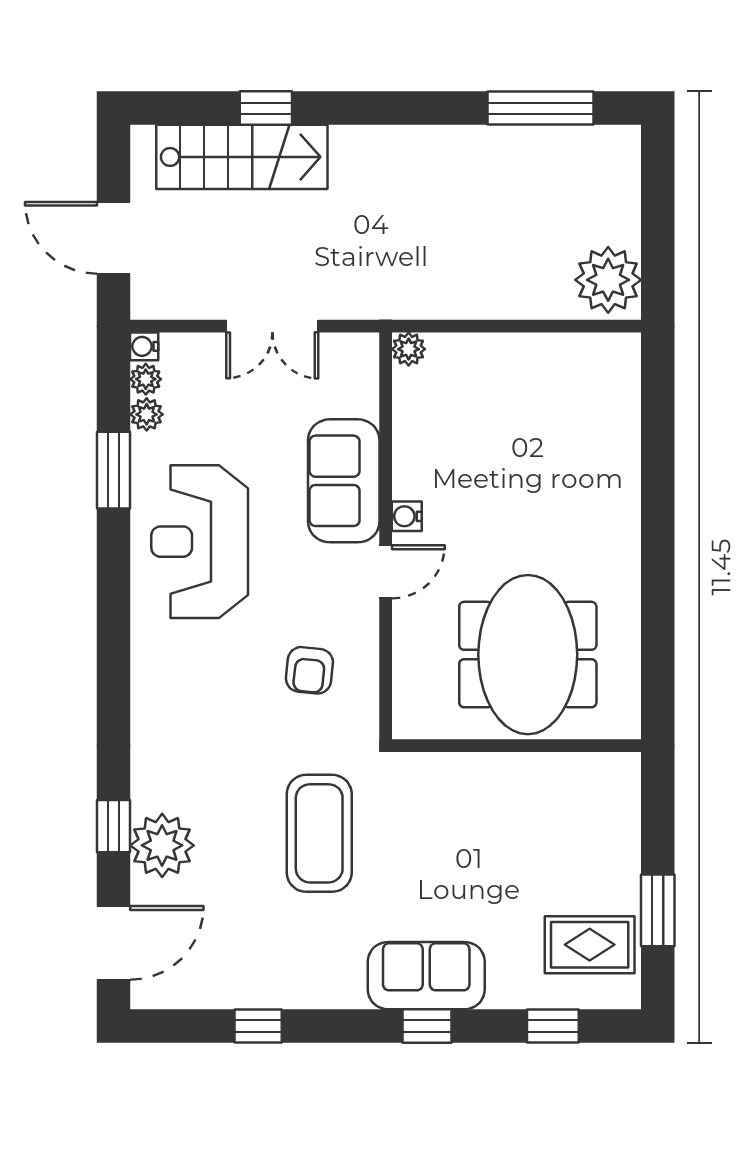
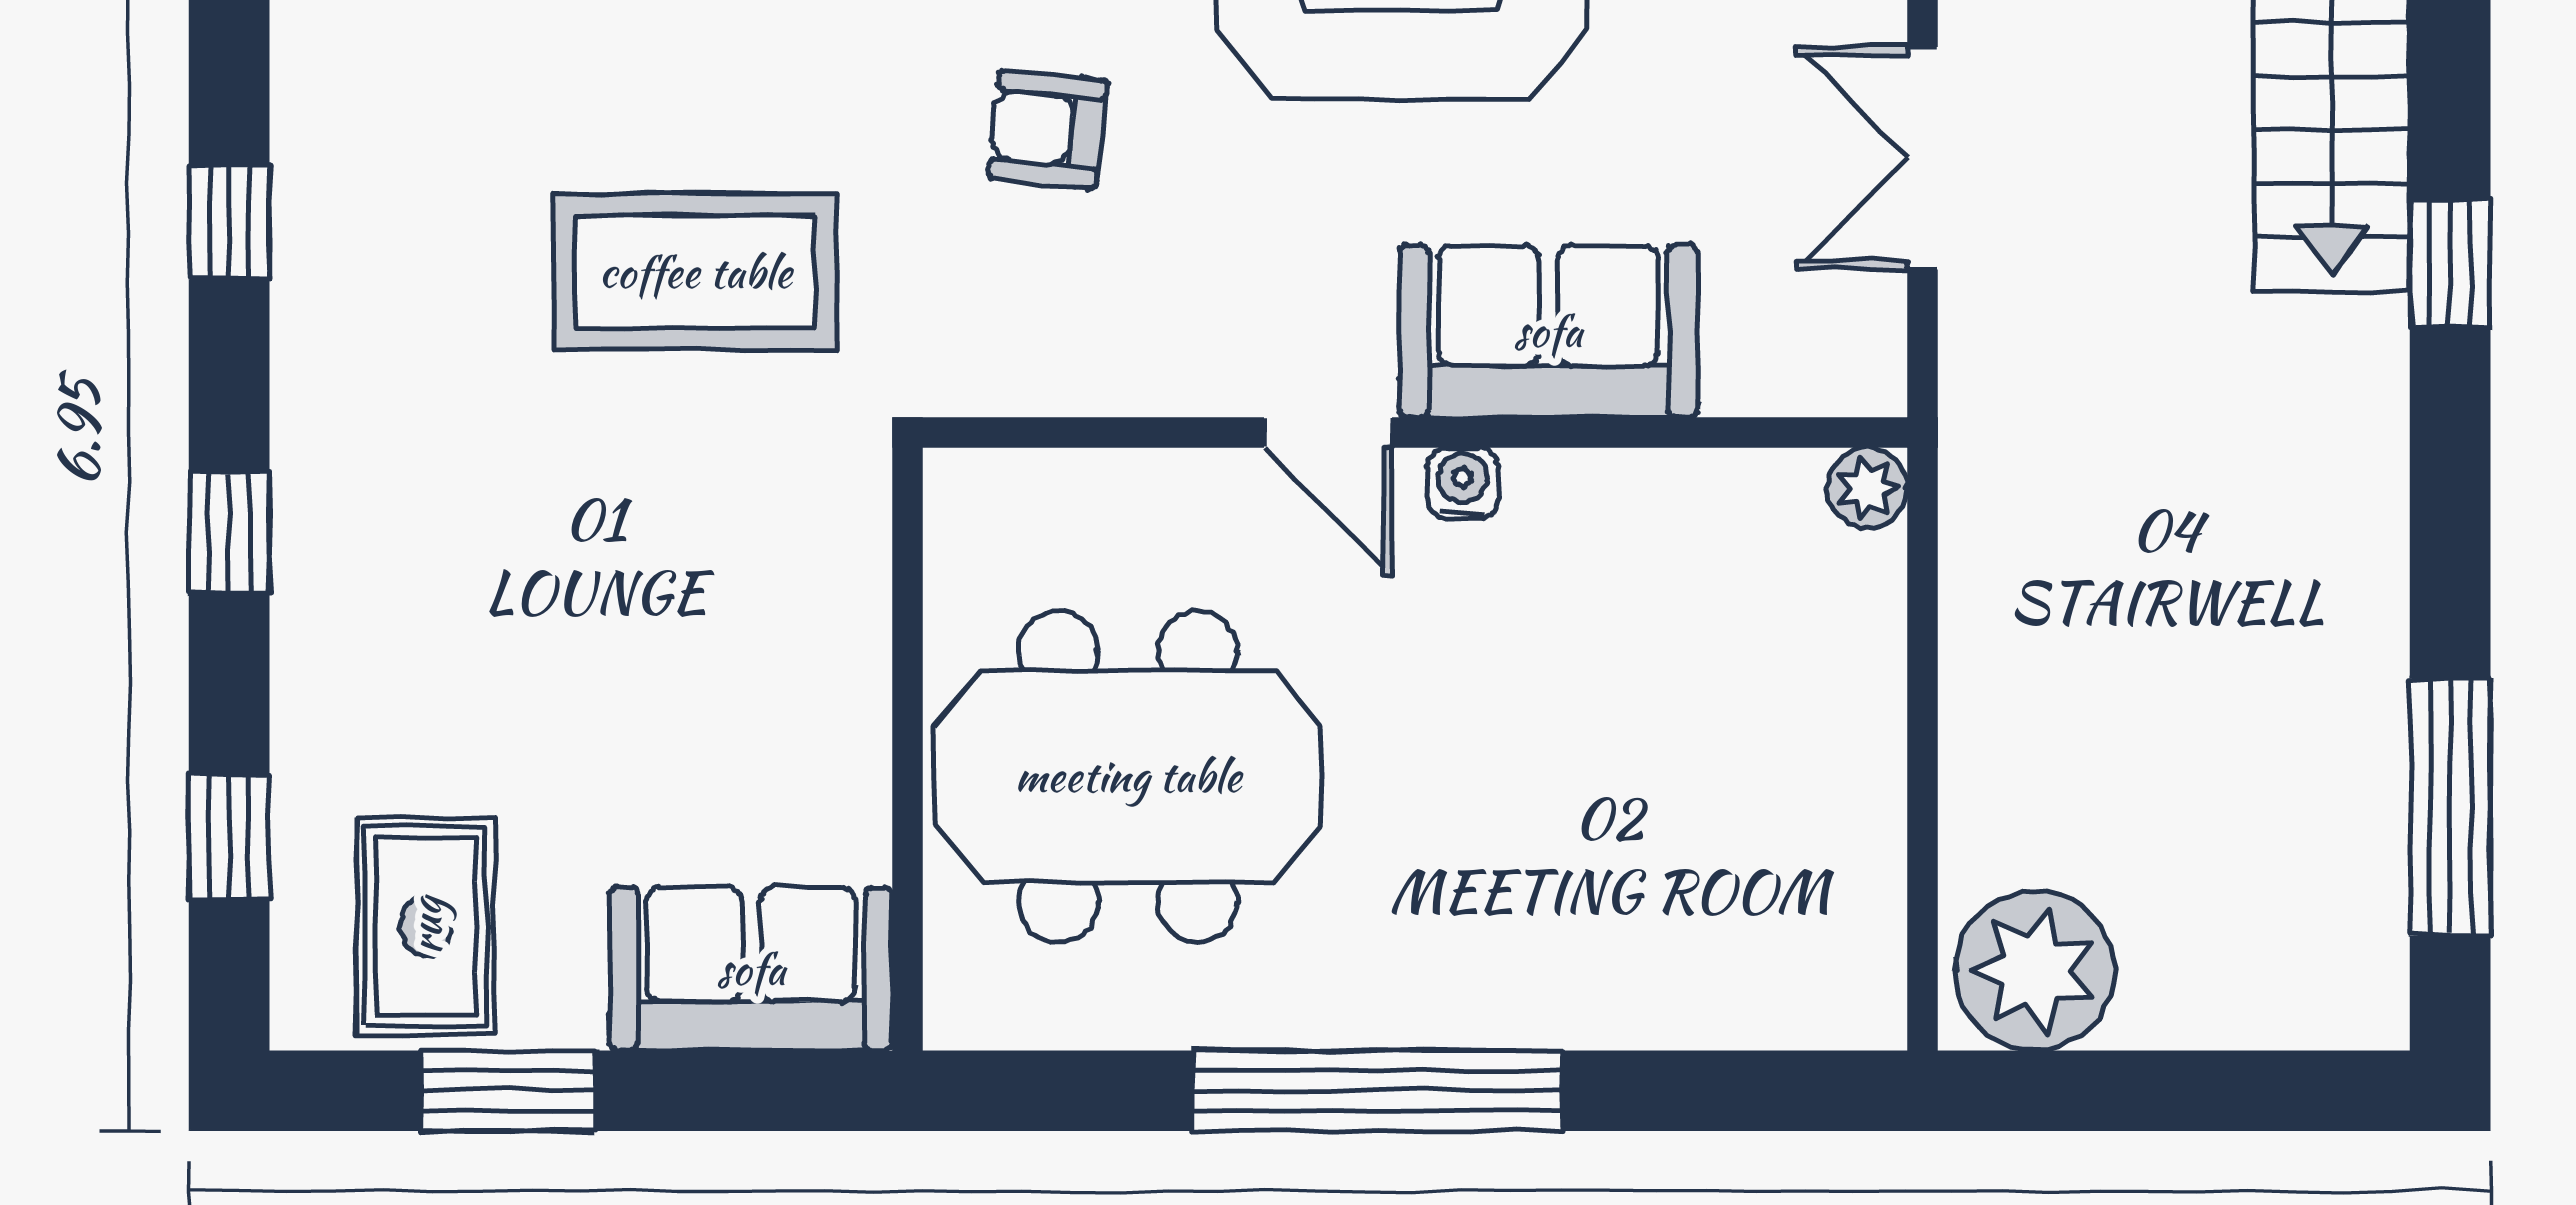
window: (266, 108) -> (2450, 264), moved
window: (658, 552) -> (1377, 1091), added
armchair: (309, 670) -> (1048, 129), moved
sofa: (426, 976) -> (751, 969), moved, turned -90
window: (258, 1026) -> (229, 222), moved

